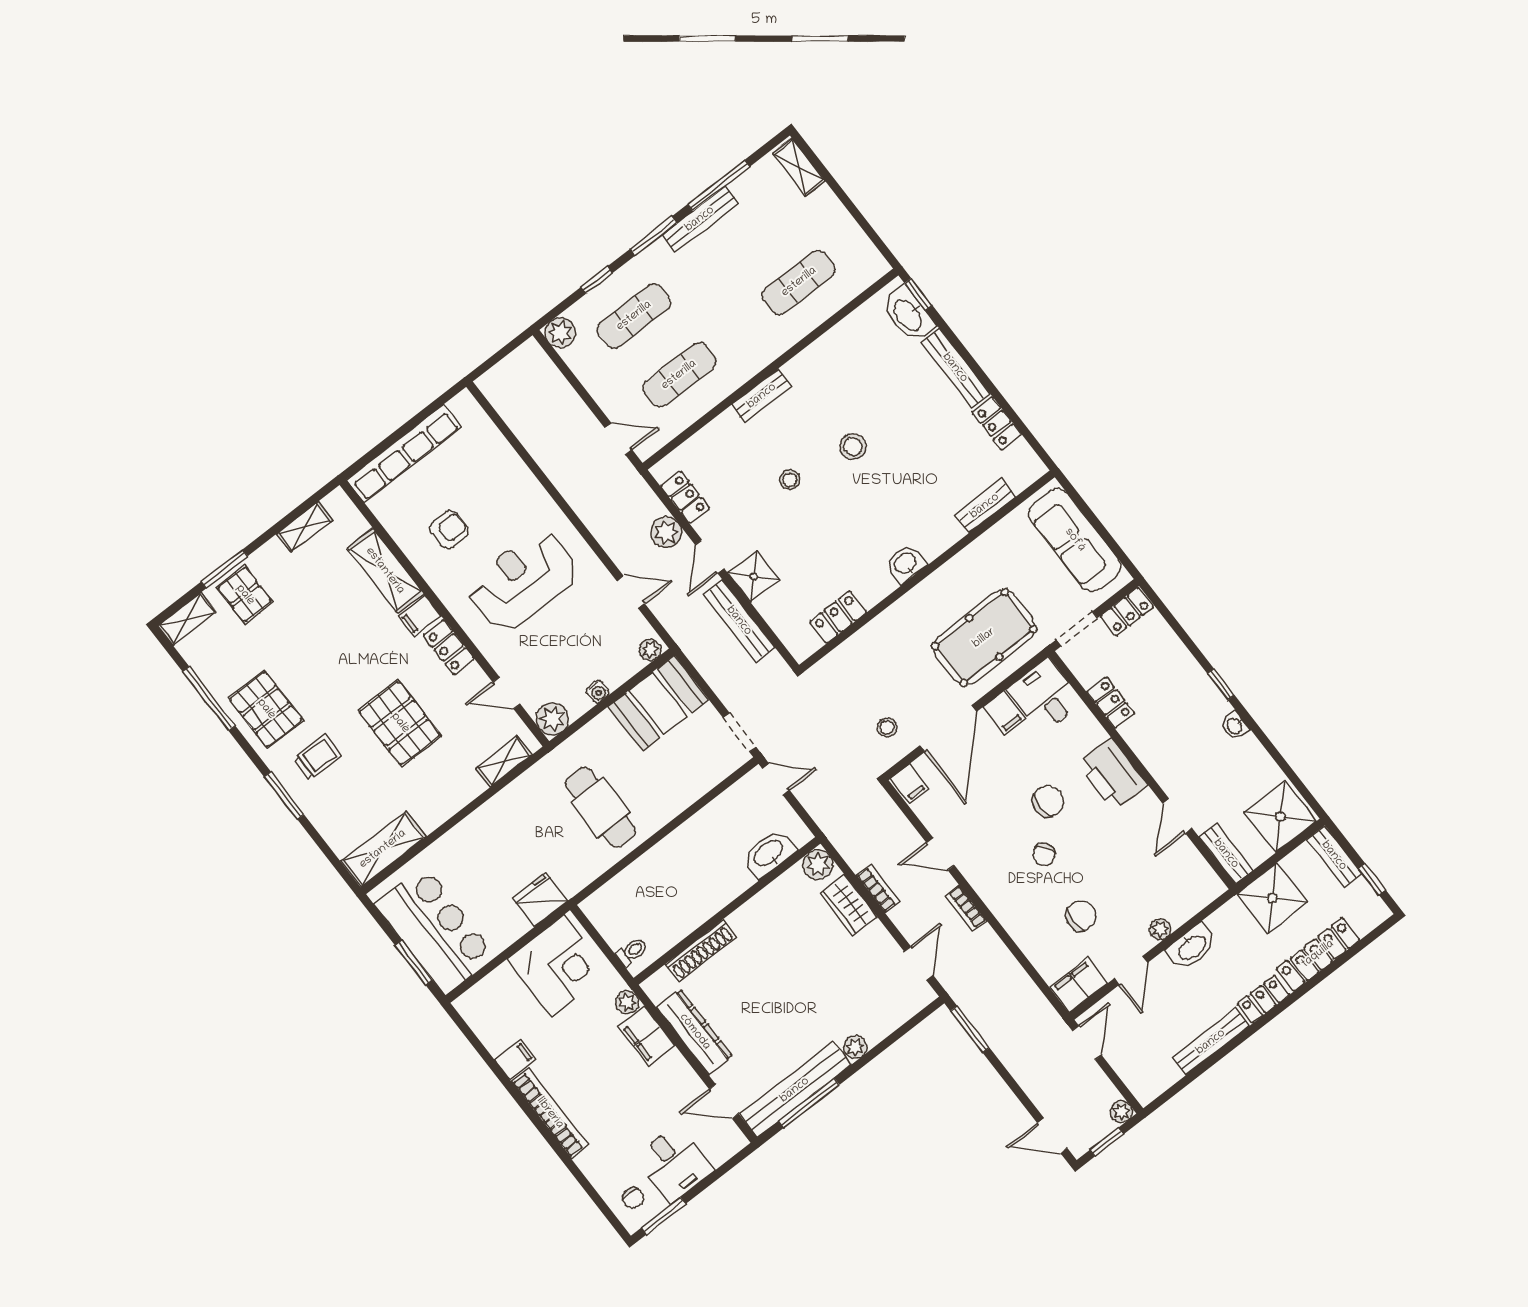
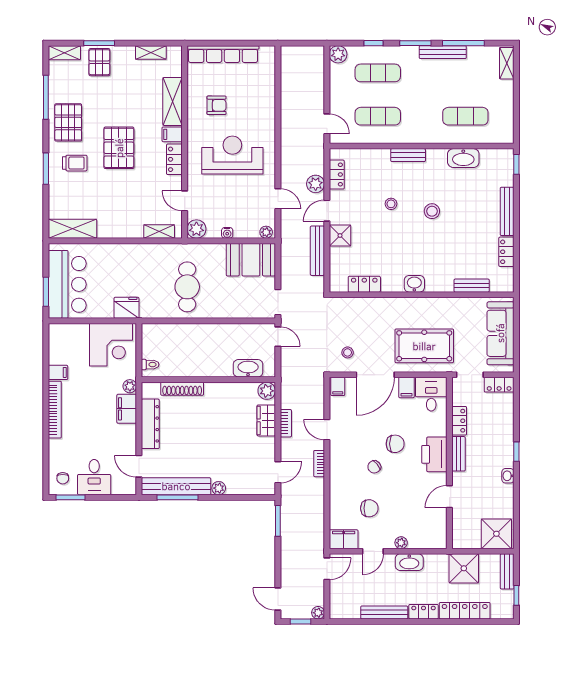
washbasin: (908, 315) -> (463, 158), moved, turned -90
pallet: (400, 723) -> (119, 148), moved
bench: (1226, 854) -> (458, 454), moved

